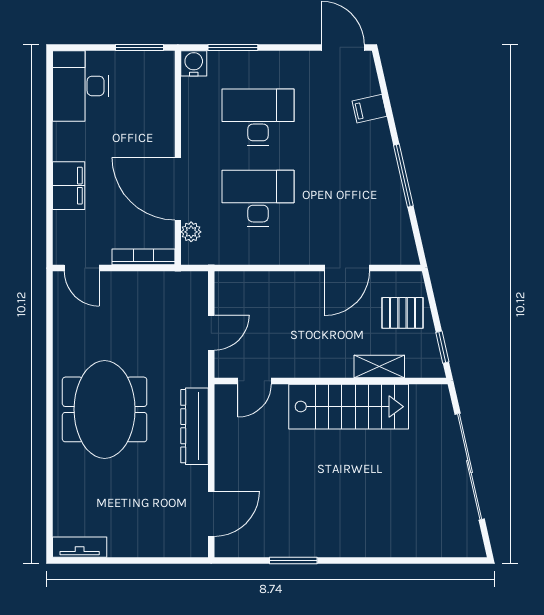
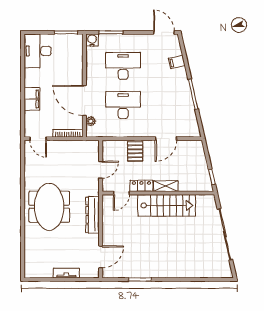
pallet: (403, 313) -> (135, 151), moved, turned 90
locker: (296, 366) -> (141, 186), added
shelving: (379, 367) -> (166, 186), moved
tv unit: (80, 547) -> (66, 273), moved

